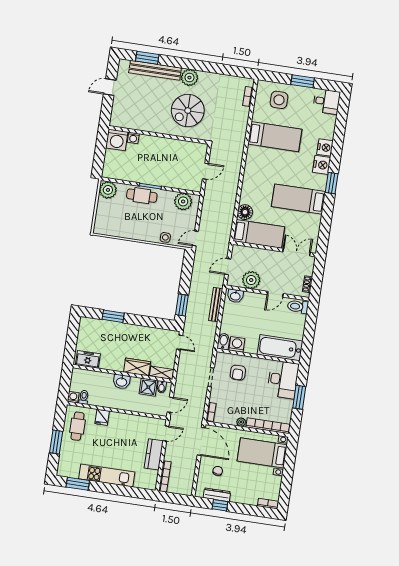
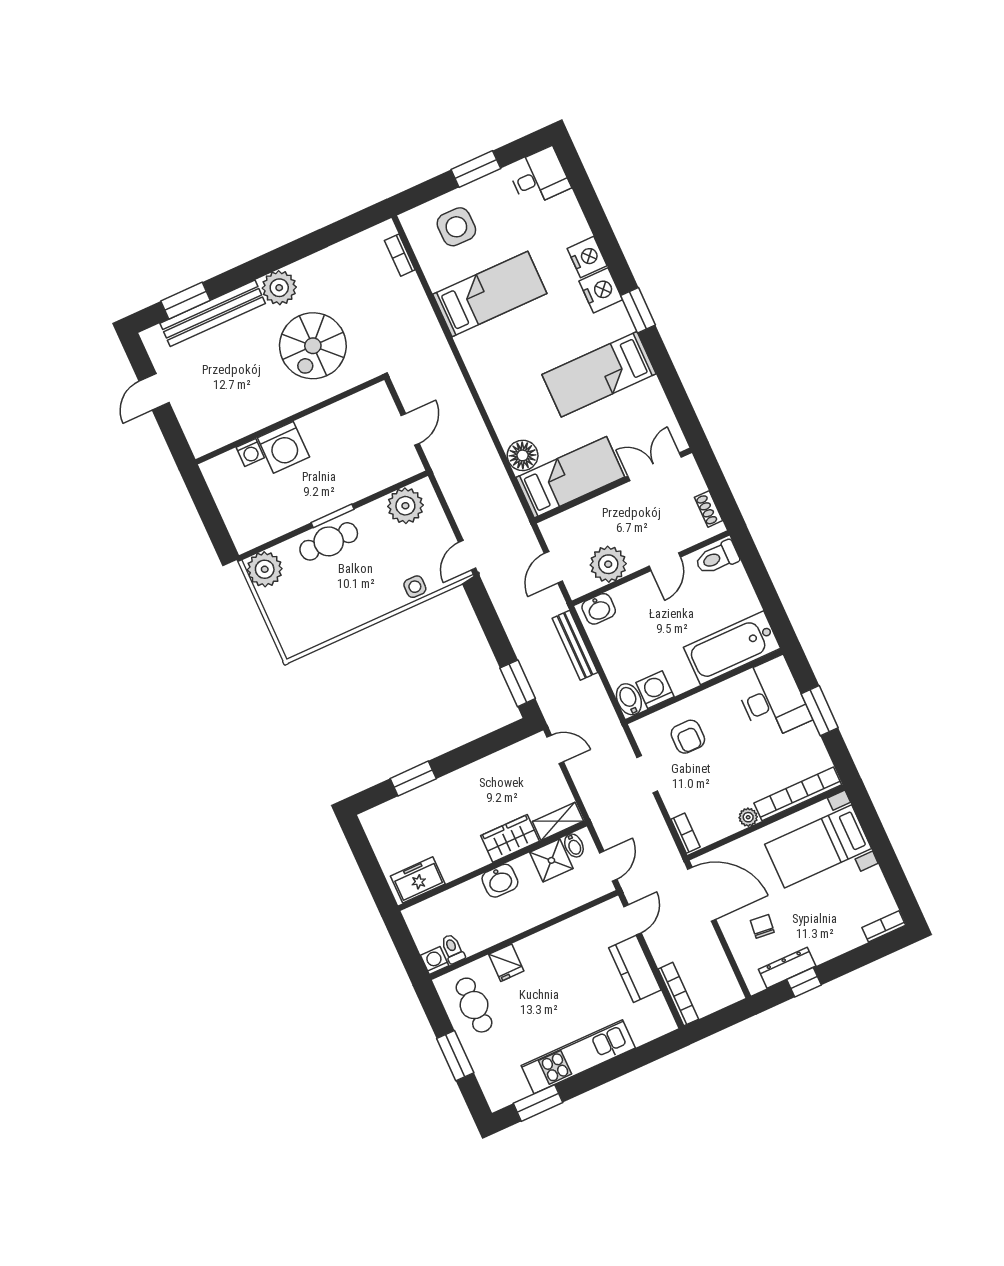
washing machine: (117, 140) -> (283, 447), moved

